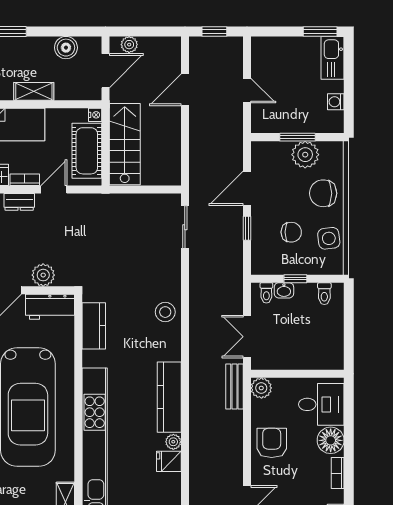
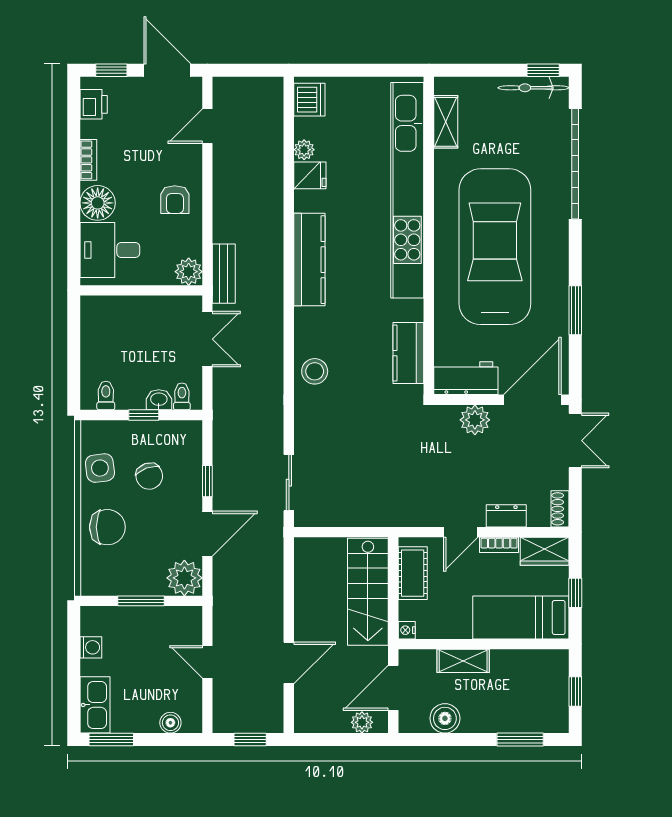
boiler: (275, 44) -> (170, 723), added
shelving: (34, 91) -> (463, 661), moved
cot: (87, 151) -> (413, 573), width x0.73, depth x0.75
plant: (305, 155) -> (184, 578), moved
chair: (291, 232) -> (149, 476), turned -110
plant: (173, 442) -> (304, 150), moved
armchair: (272, 443) -> (175, 200), width x0.72, depth x0.72

